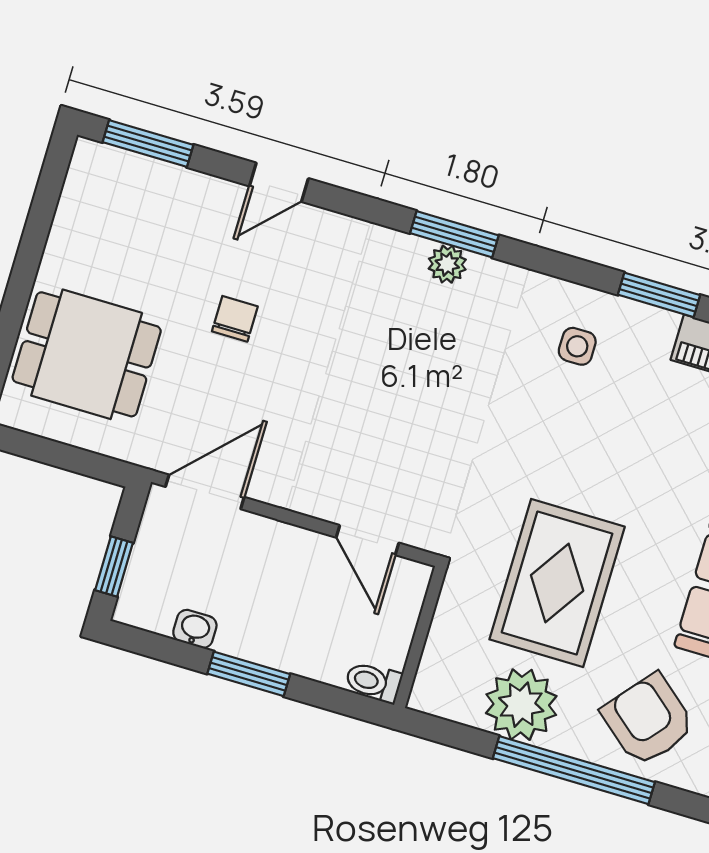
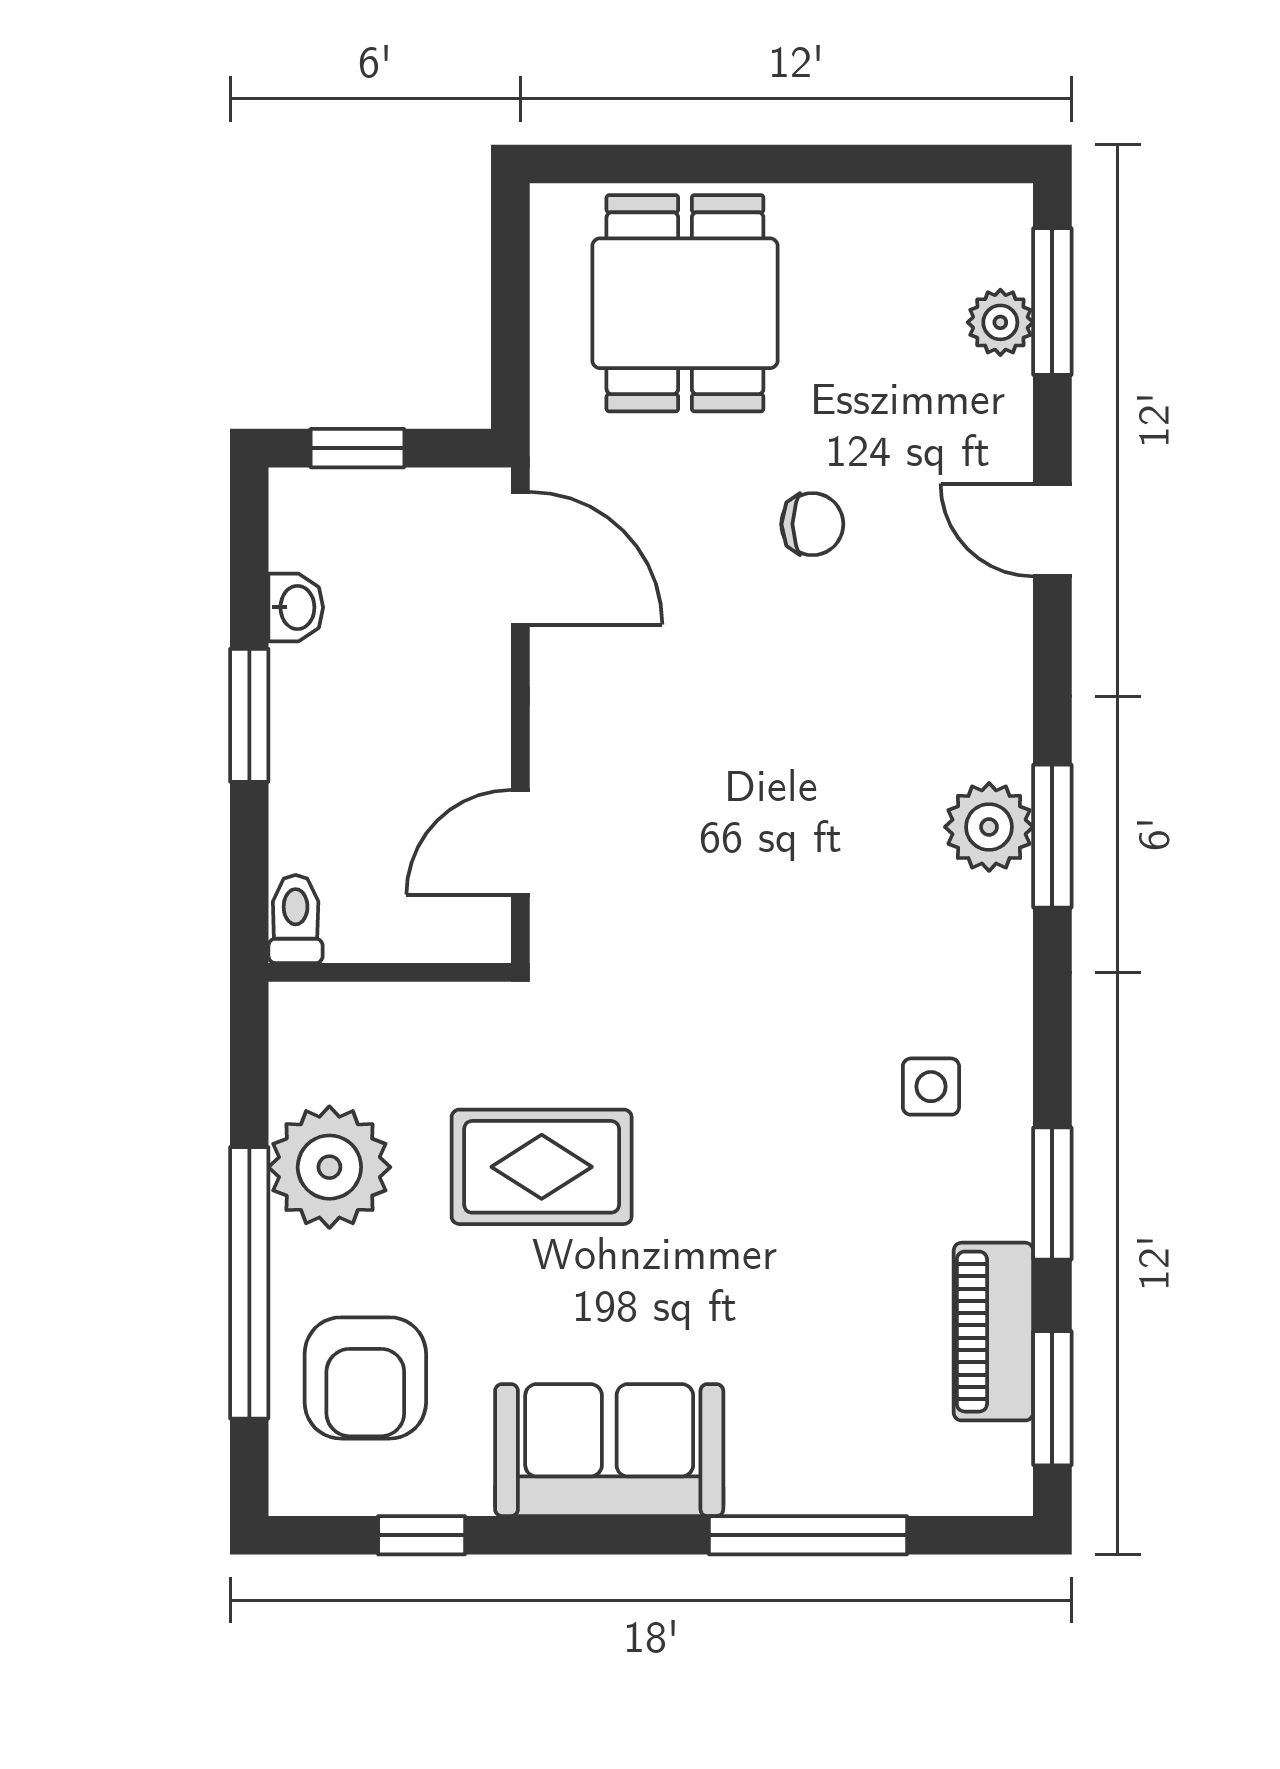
plant: (151, 177) -> (1000, 322), added
plant: (447, 264) -> (989, 827), width x1.38, depth x1.38
rug: (557, 583) -> (542, 1167), width x0.73, depth x0.70
armchair: (648, 720) -> (365, 1378), turned 140

